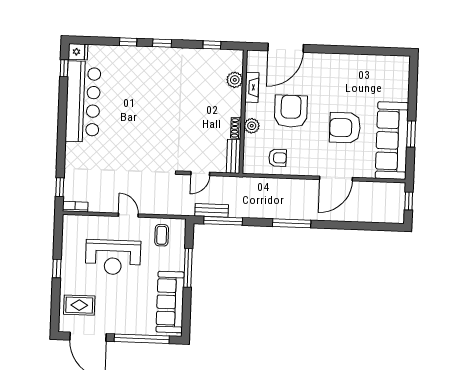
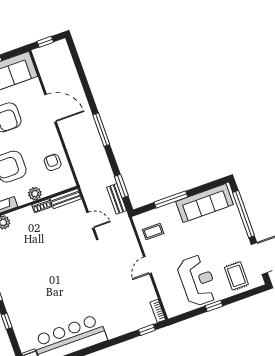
window: (223, 221) -> (121, 186), width x0.69
reception desk: (113, 257) -> (197, 280), moved

